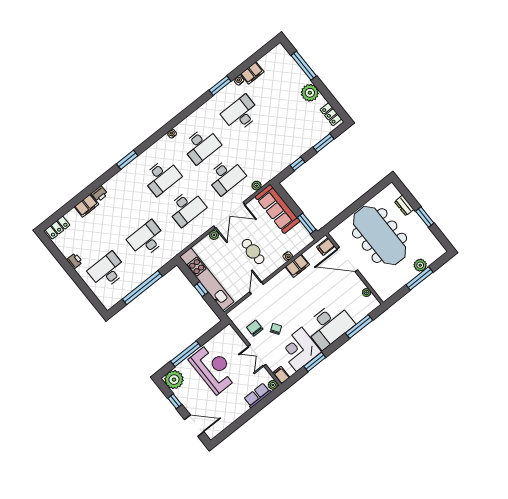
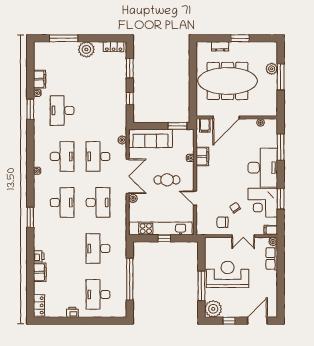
desk: (226, 176) -> (98, 156), turned 180

